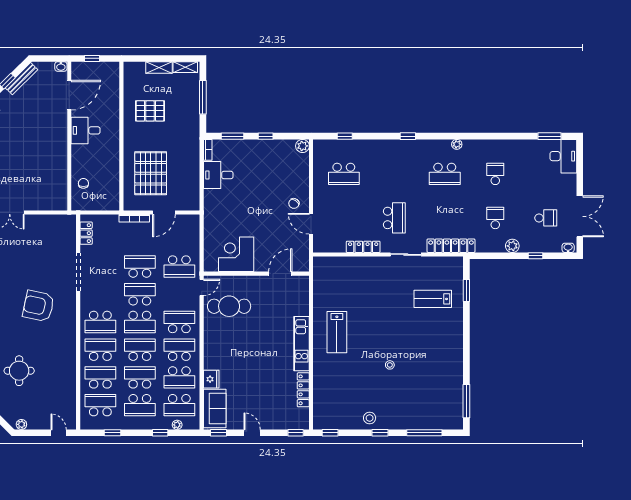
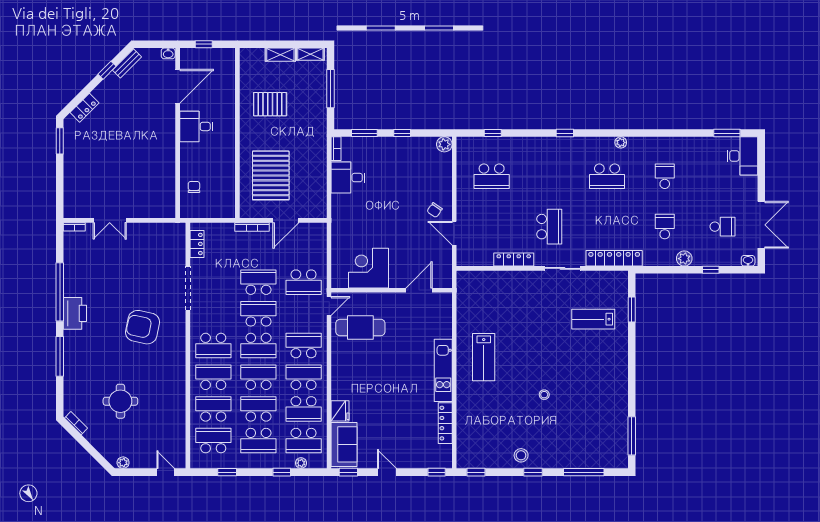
bench: (21, 79) -> (127, 63), width x0.73

